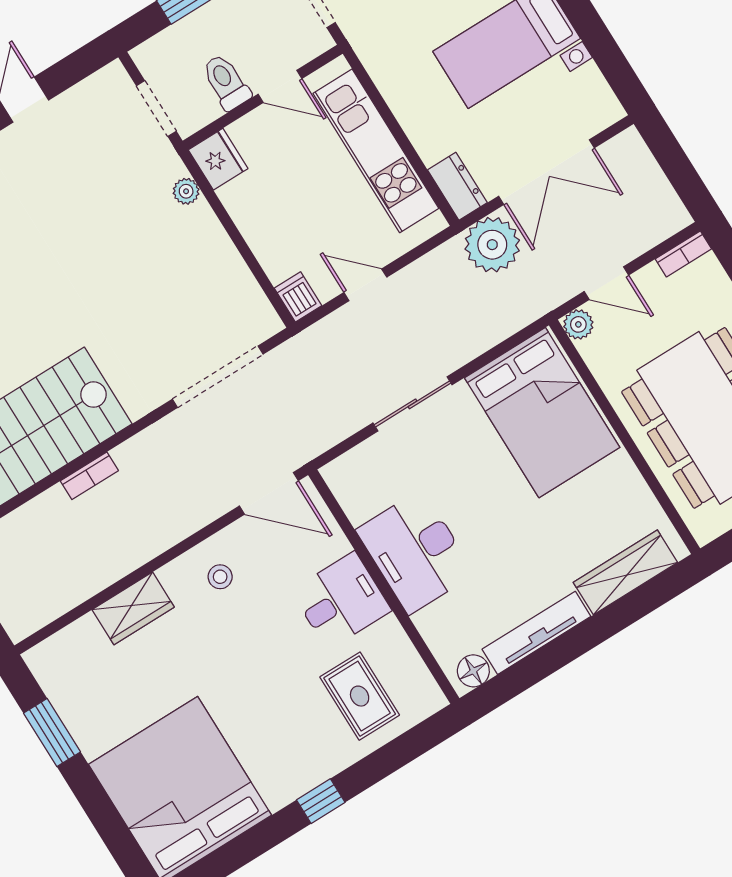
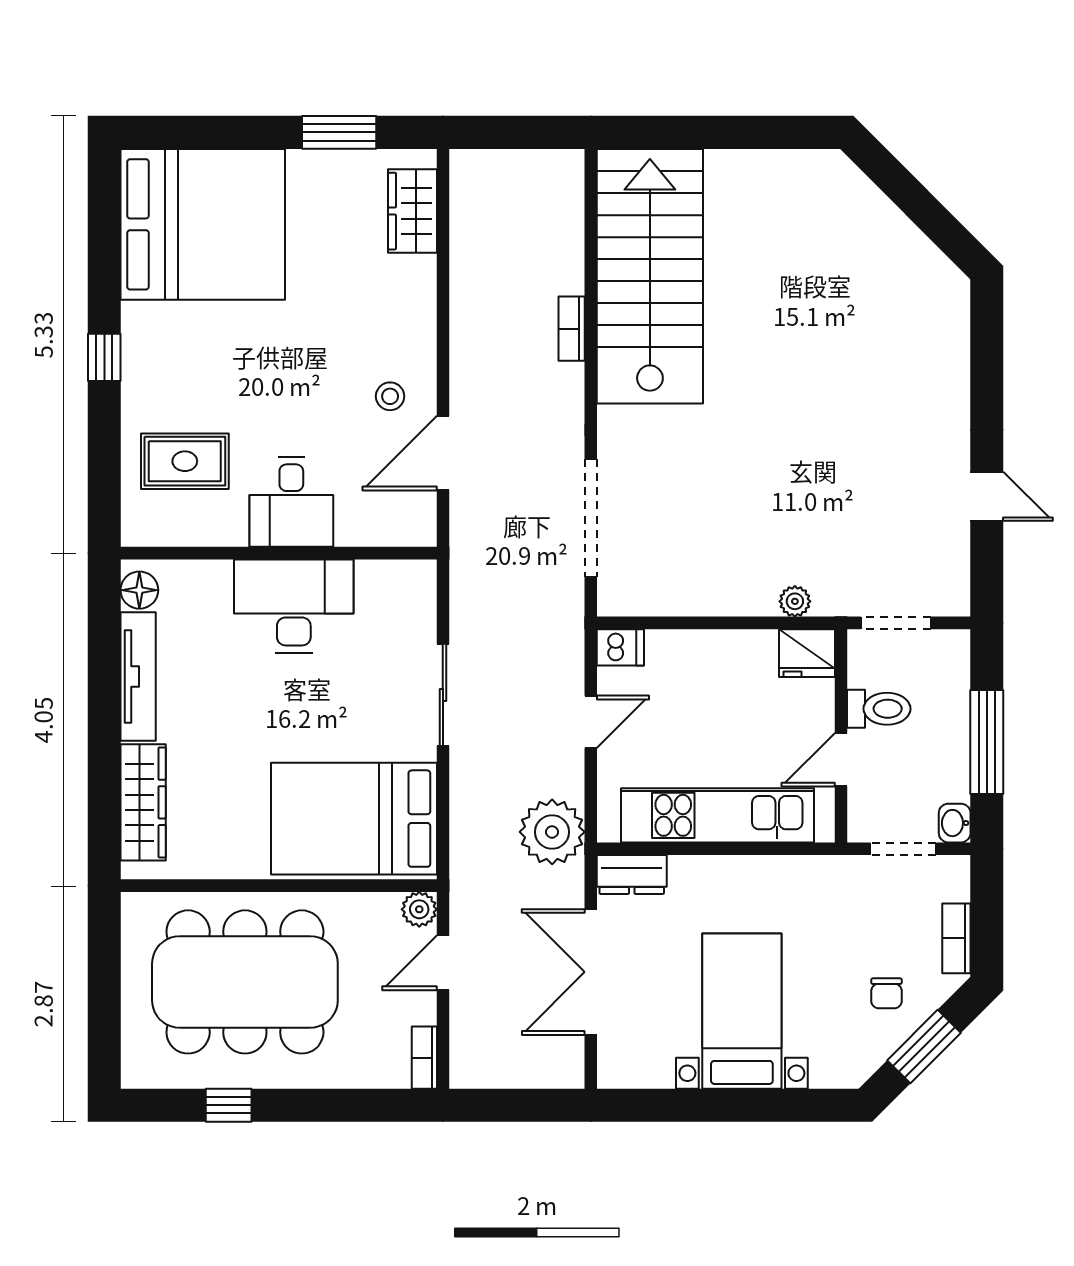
plant: (492, 245) -> (552, 832), moved
door: (269, 493) -> (443, 453), moved
wardrobe: (133, 608) -> (412, 211), moved

